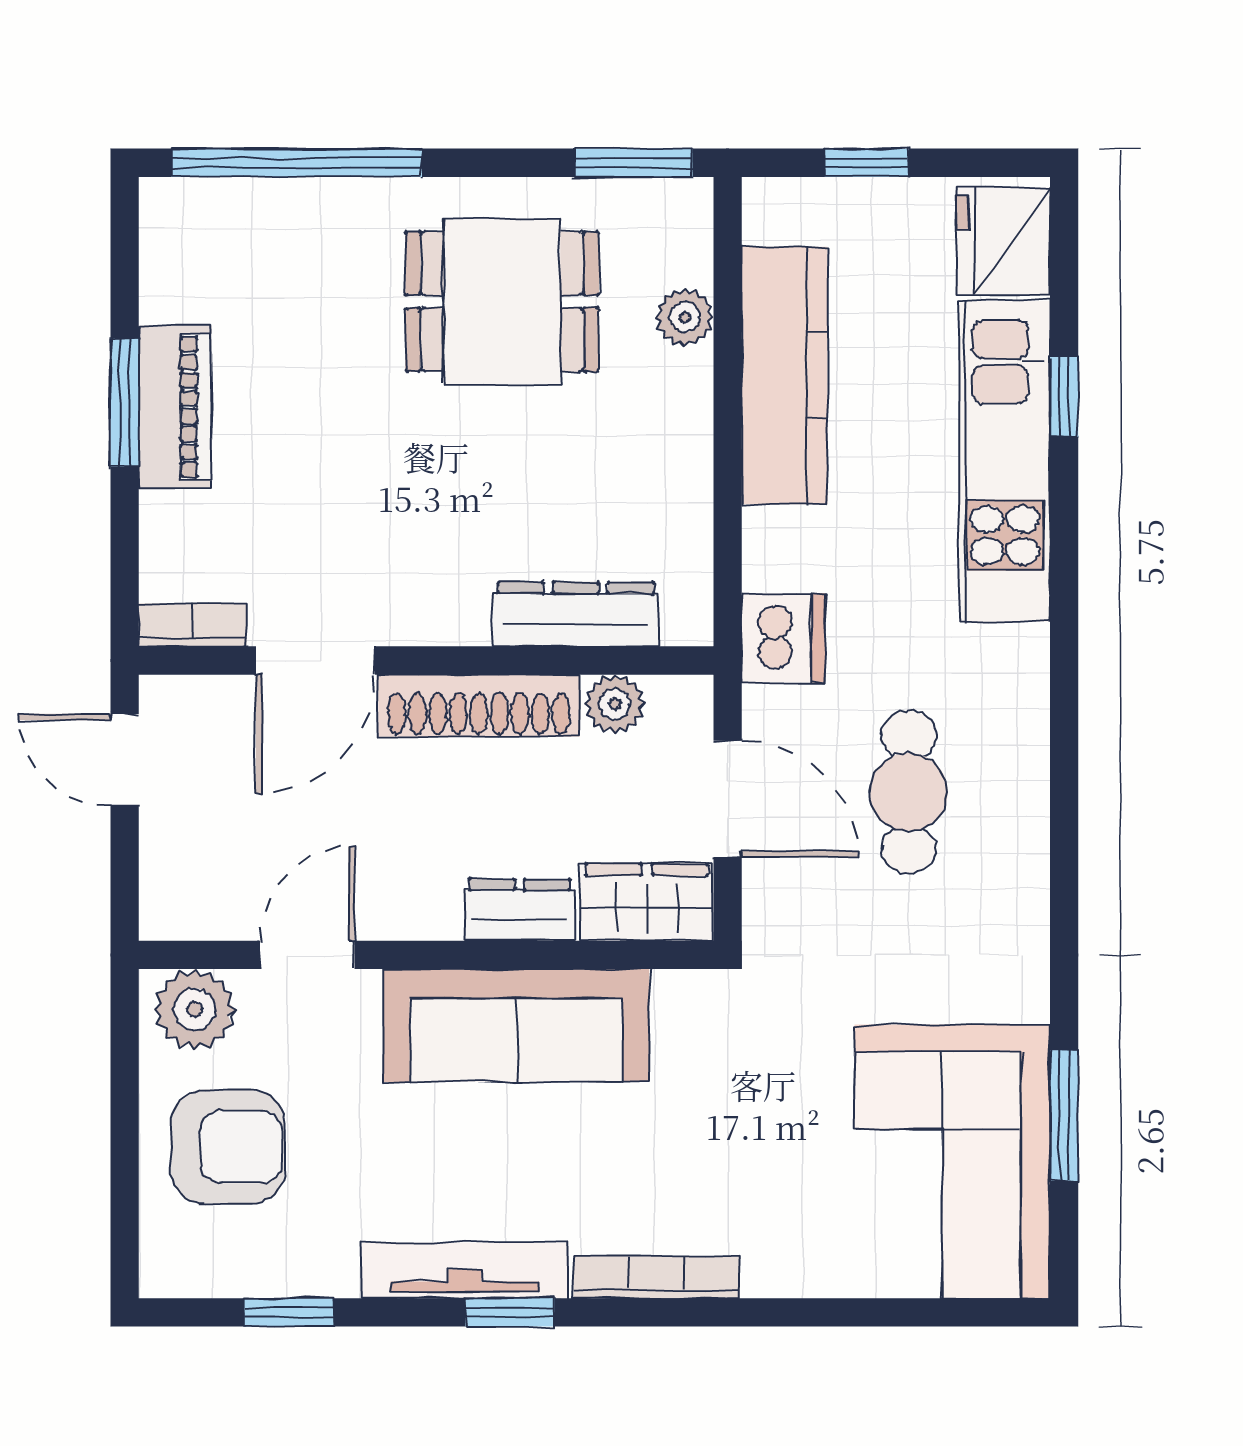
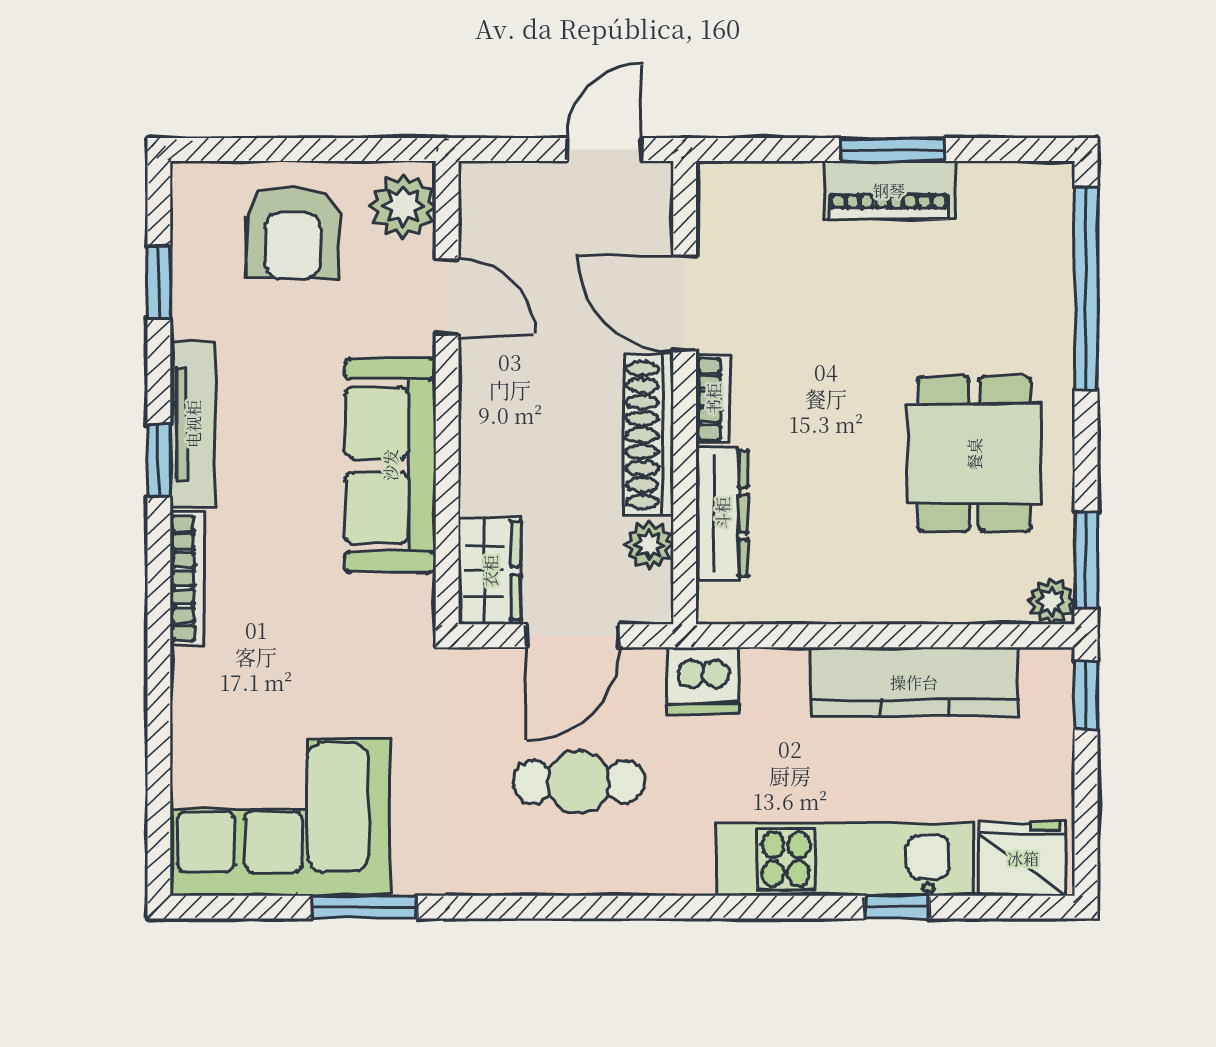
window: (867, 163) -> (1086, 696), moved
plant: (685, 317) -> (1051, 601), moved
bookcase: (193, 625) -> (713, 399), moved
dresser: (520, 910) -> (483, 468), removed
window: (1064, 1116) -> (364, 907), moved

